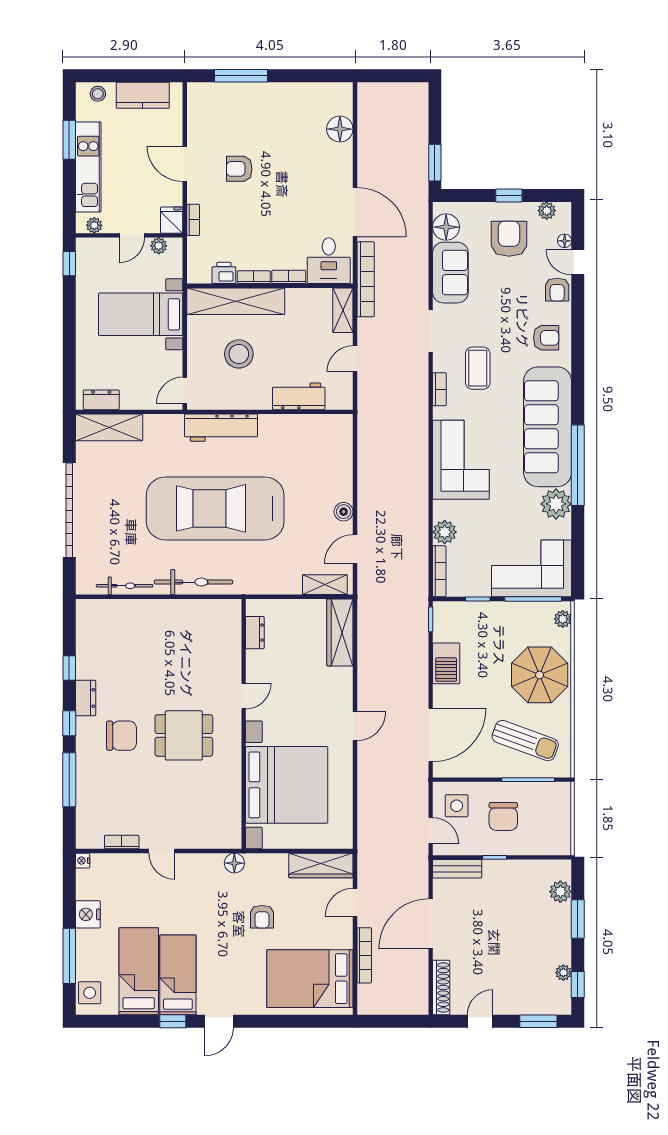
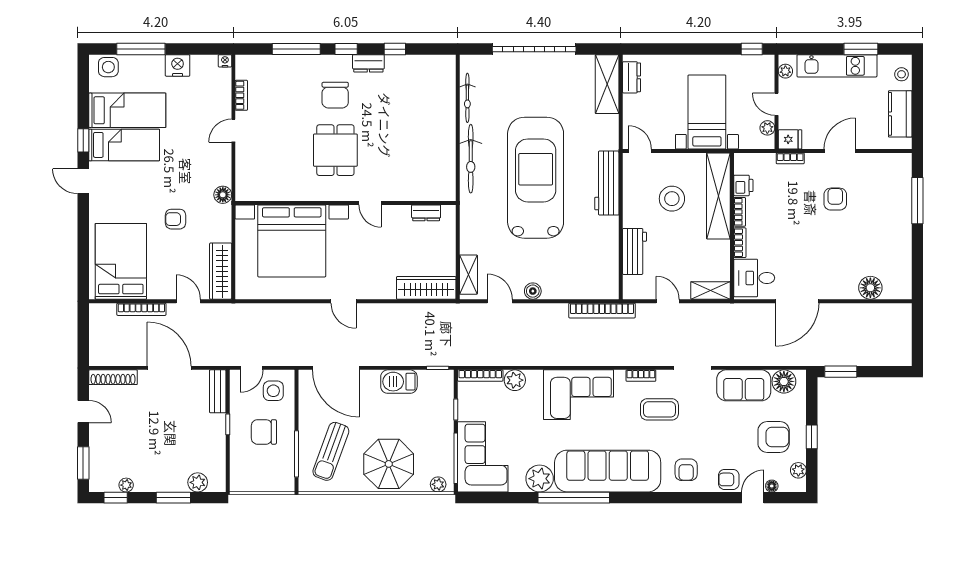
bookcase: (366, 279) -> (602, 311), moved

